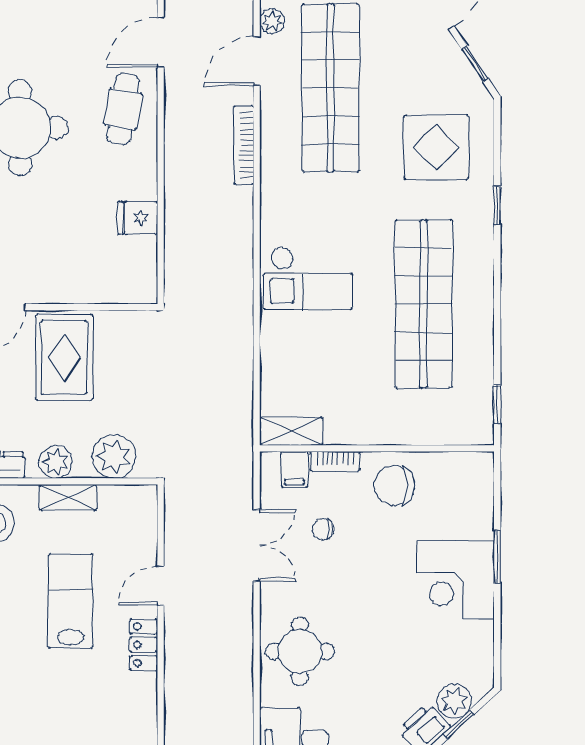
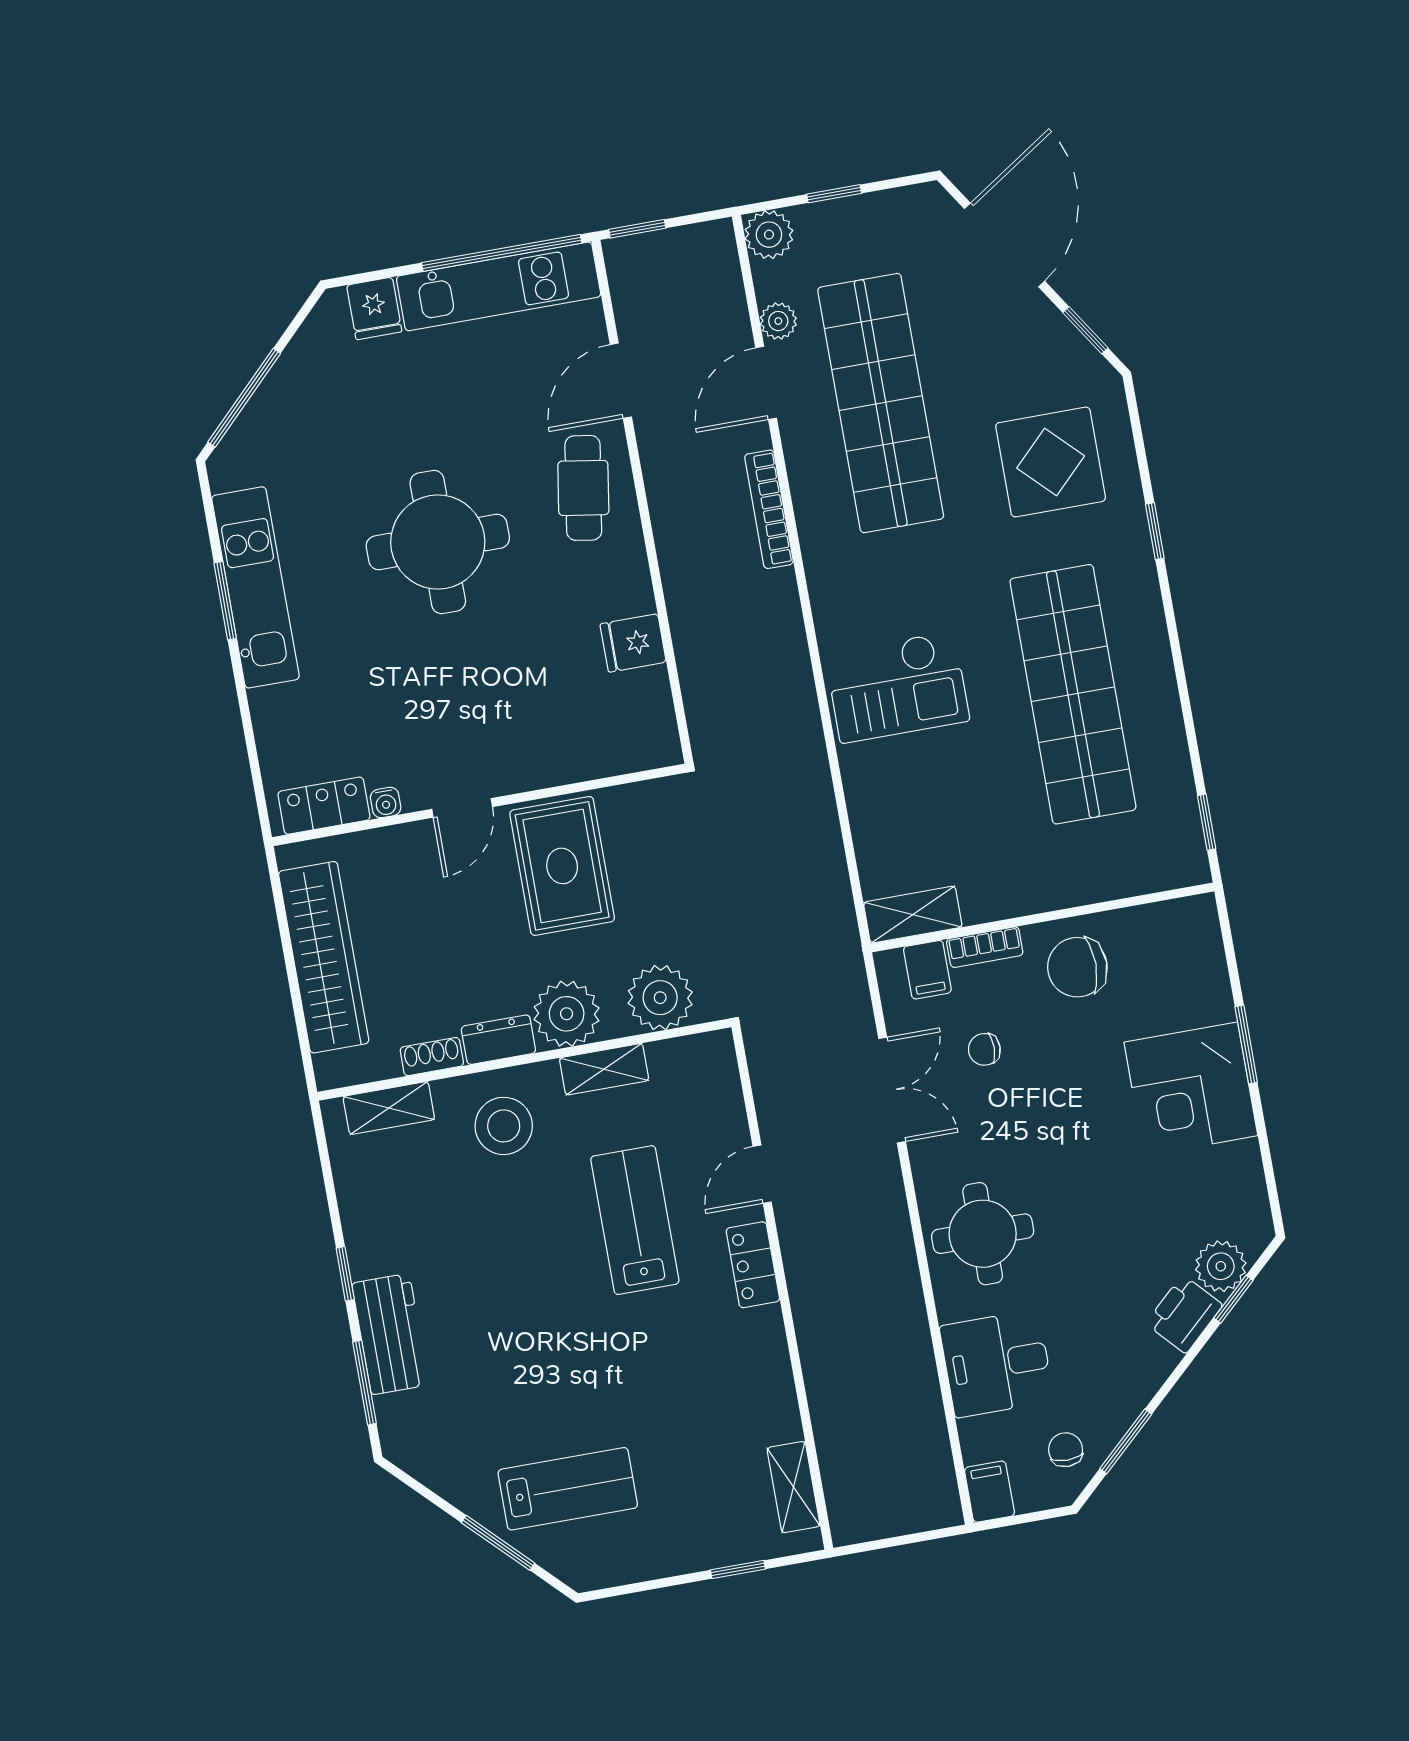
plant: (56, 462) -> (567, 1014), width x1.36, depth x1.36

